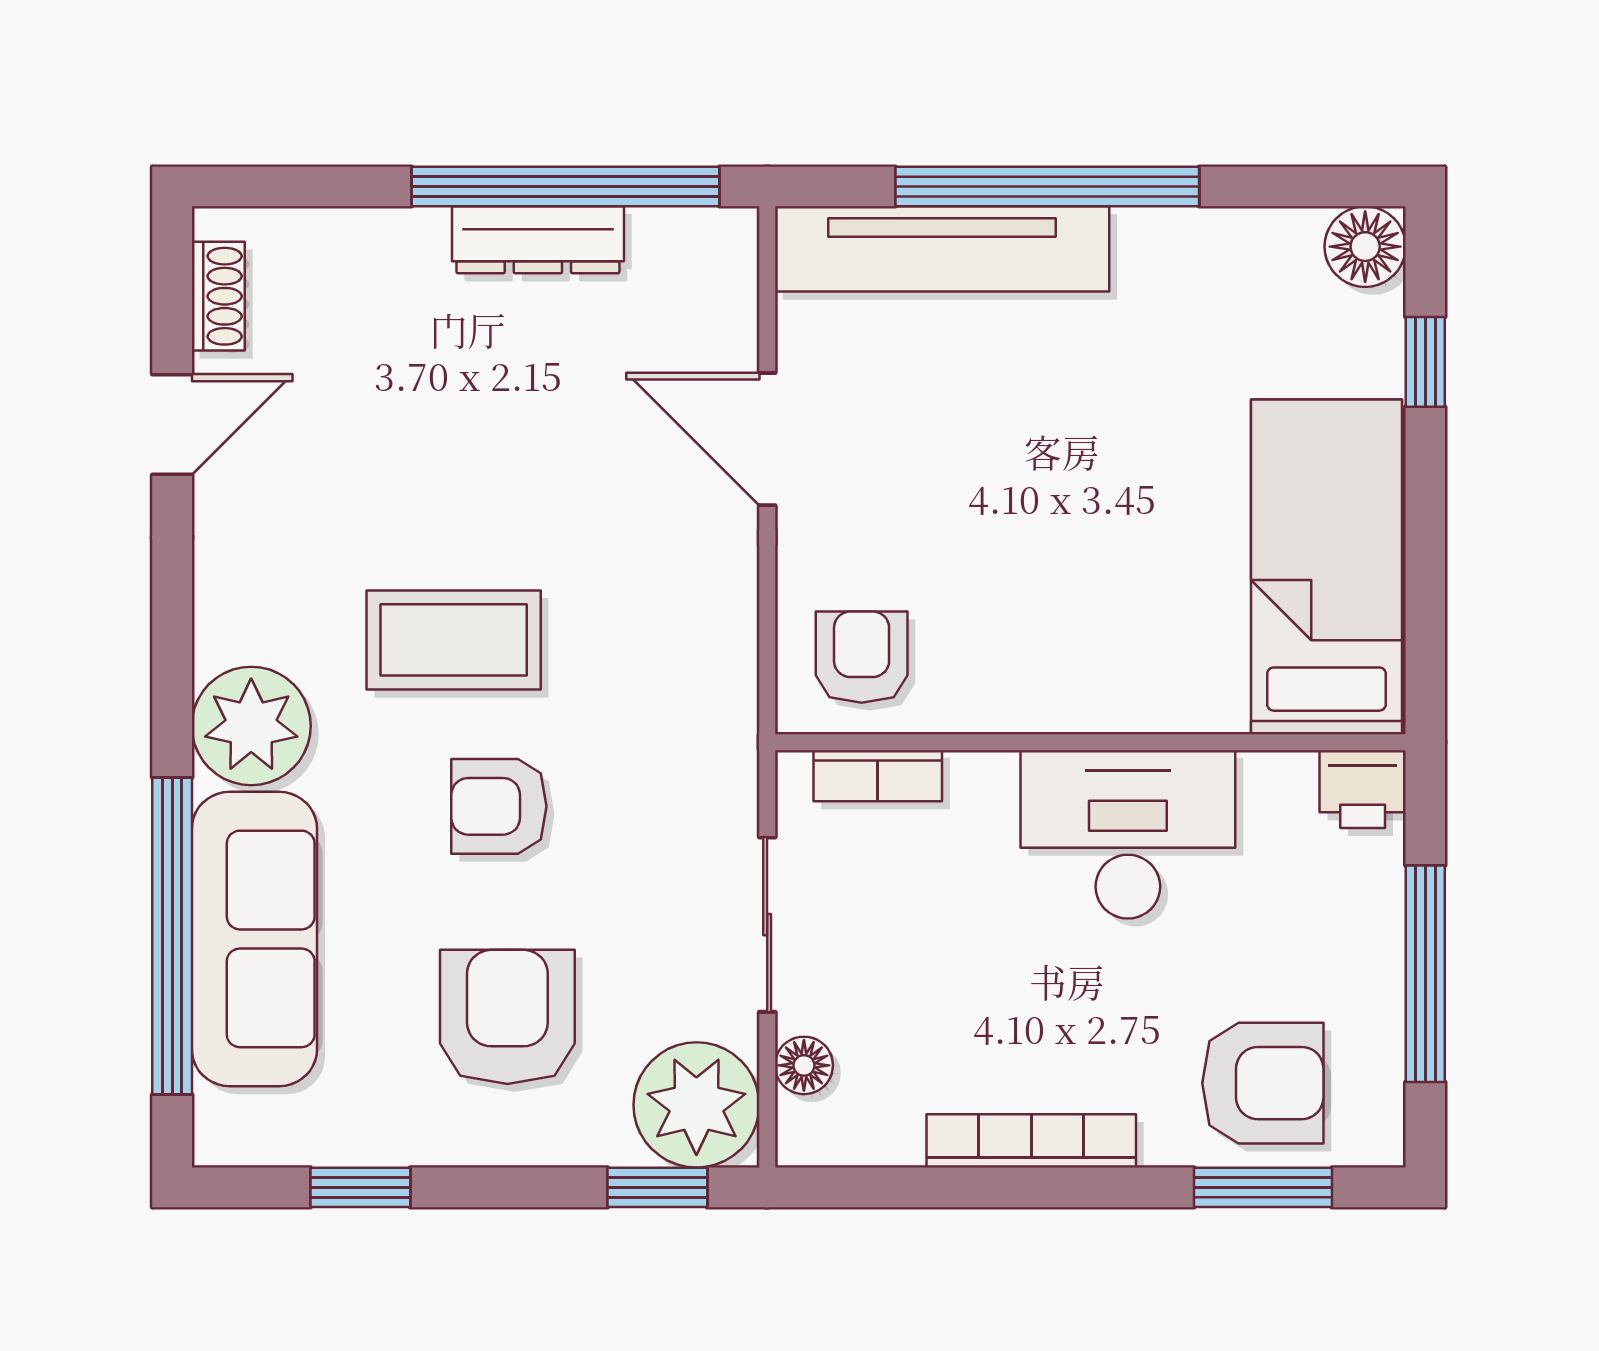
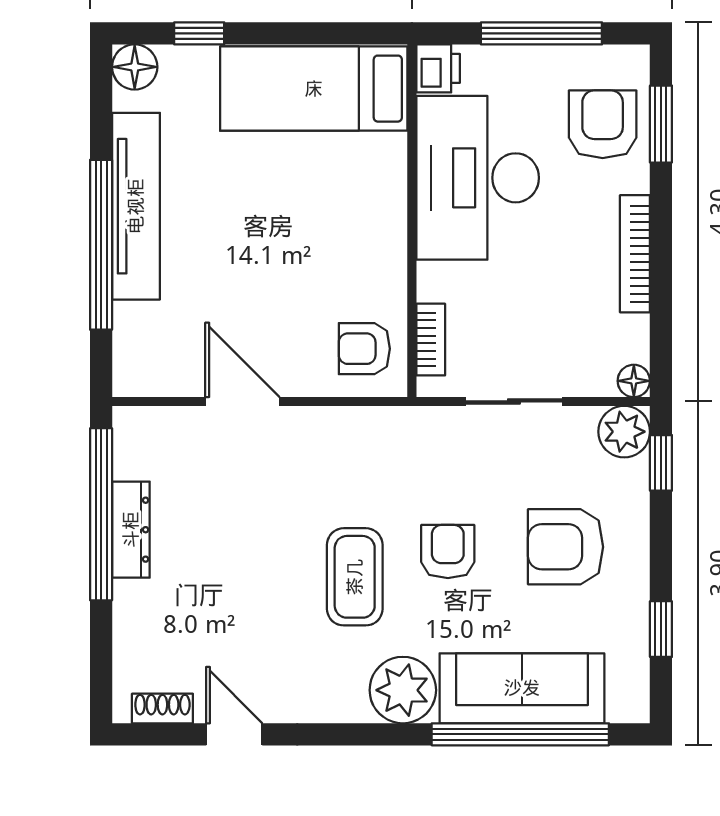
tv unit: (942, 249) -> (136, 206), moved
door: (767, 439) -> (242, 401), swing flipped
armchair: (499, 806) -> (448, 552), turned 180
desk: (1128, 834) -> (478, 178), width x1.36, depth x1.30
floor lamp: (804, 1065) -> (634, 381), moved
plant: (696, 1105) -> (624, 432), width x0.73, depth x0.73

